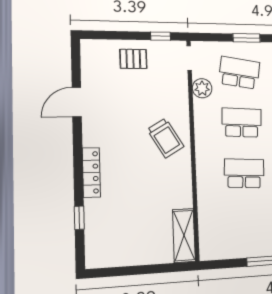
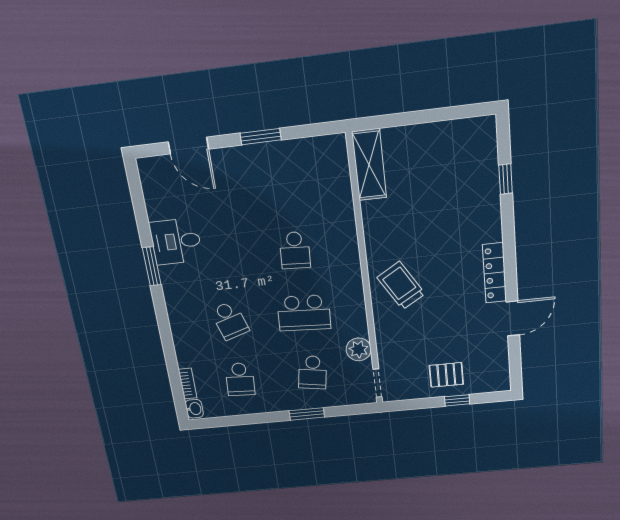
window: (161, 36) -> (457, 400), moved
school desk: (239, 73) -> (313, 372), width x0.54
locker: (91, 172) -> (494, 273), moved
school desk: (244, 173) -> (295, 250), width x0.54

